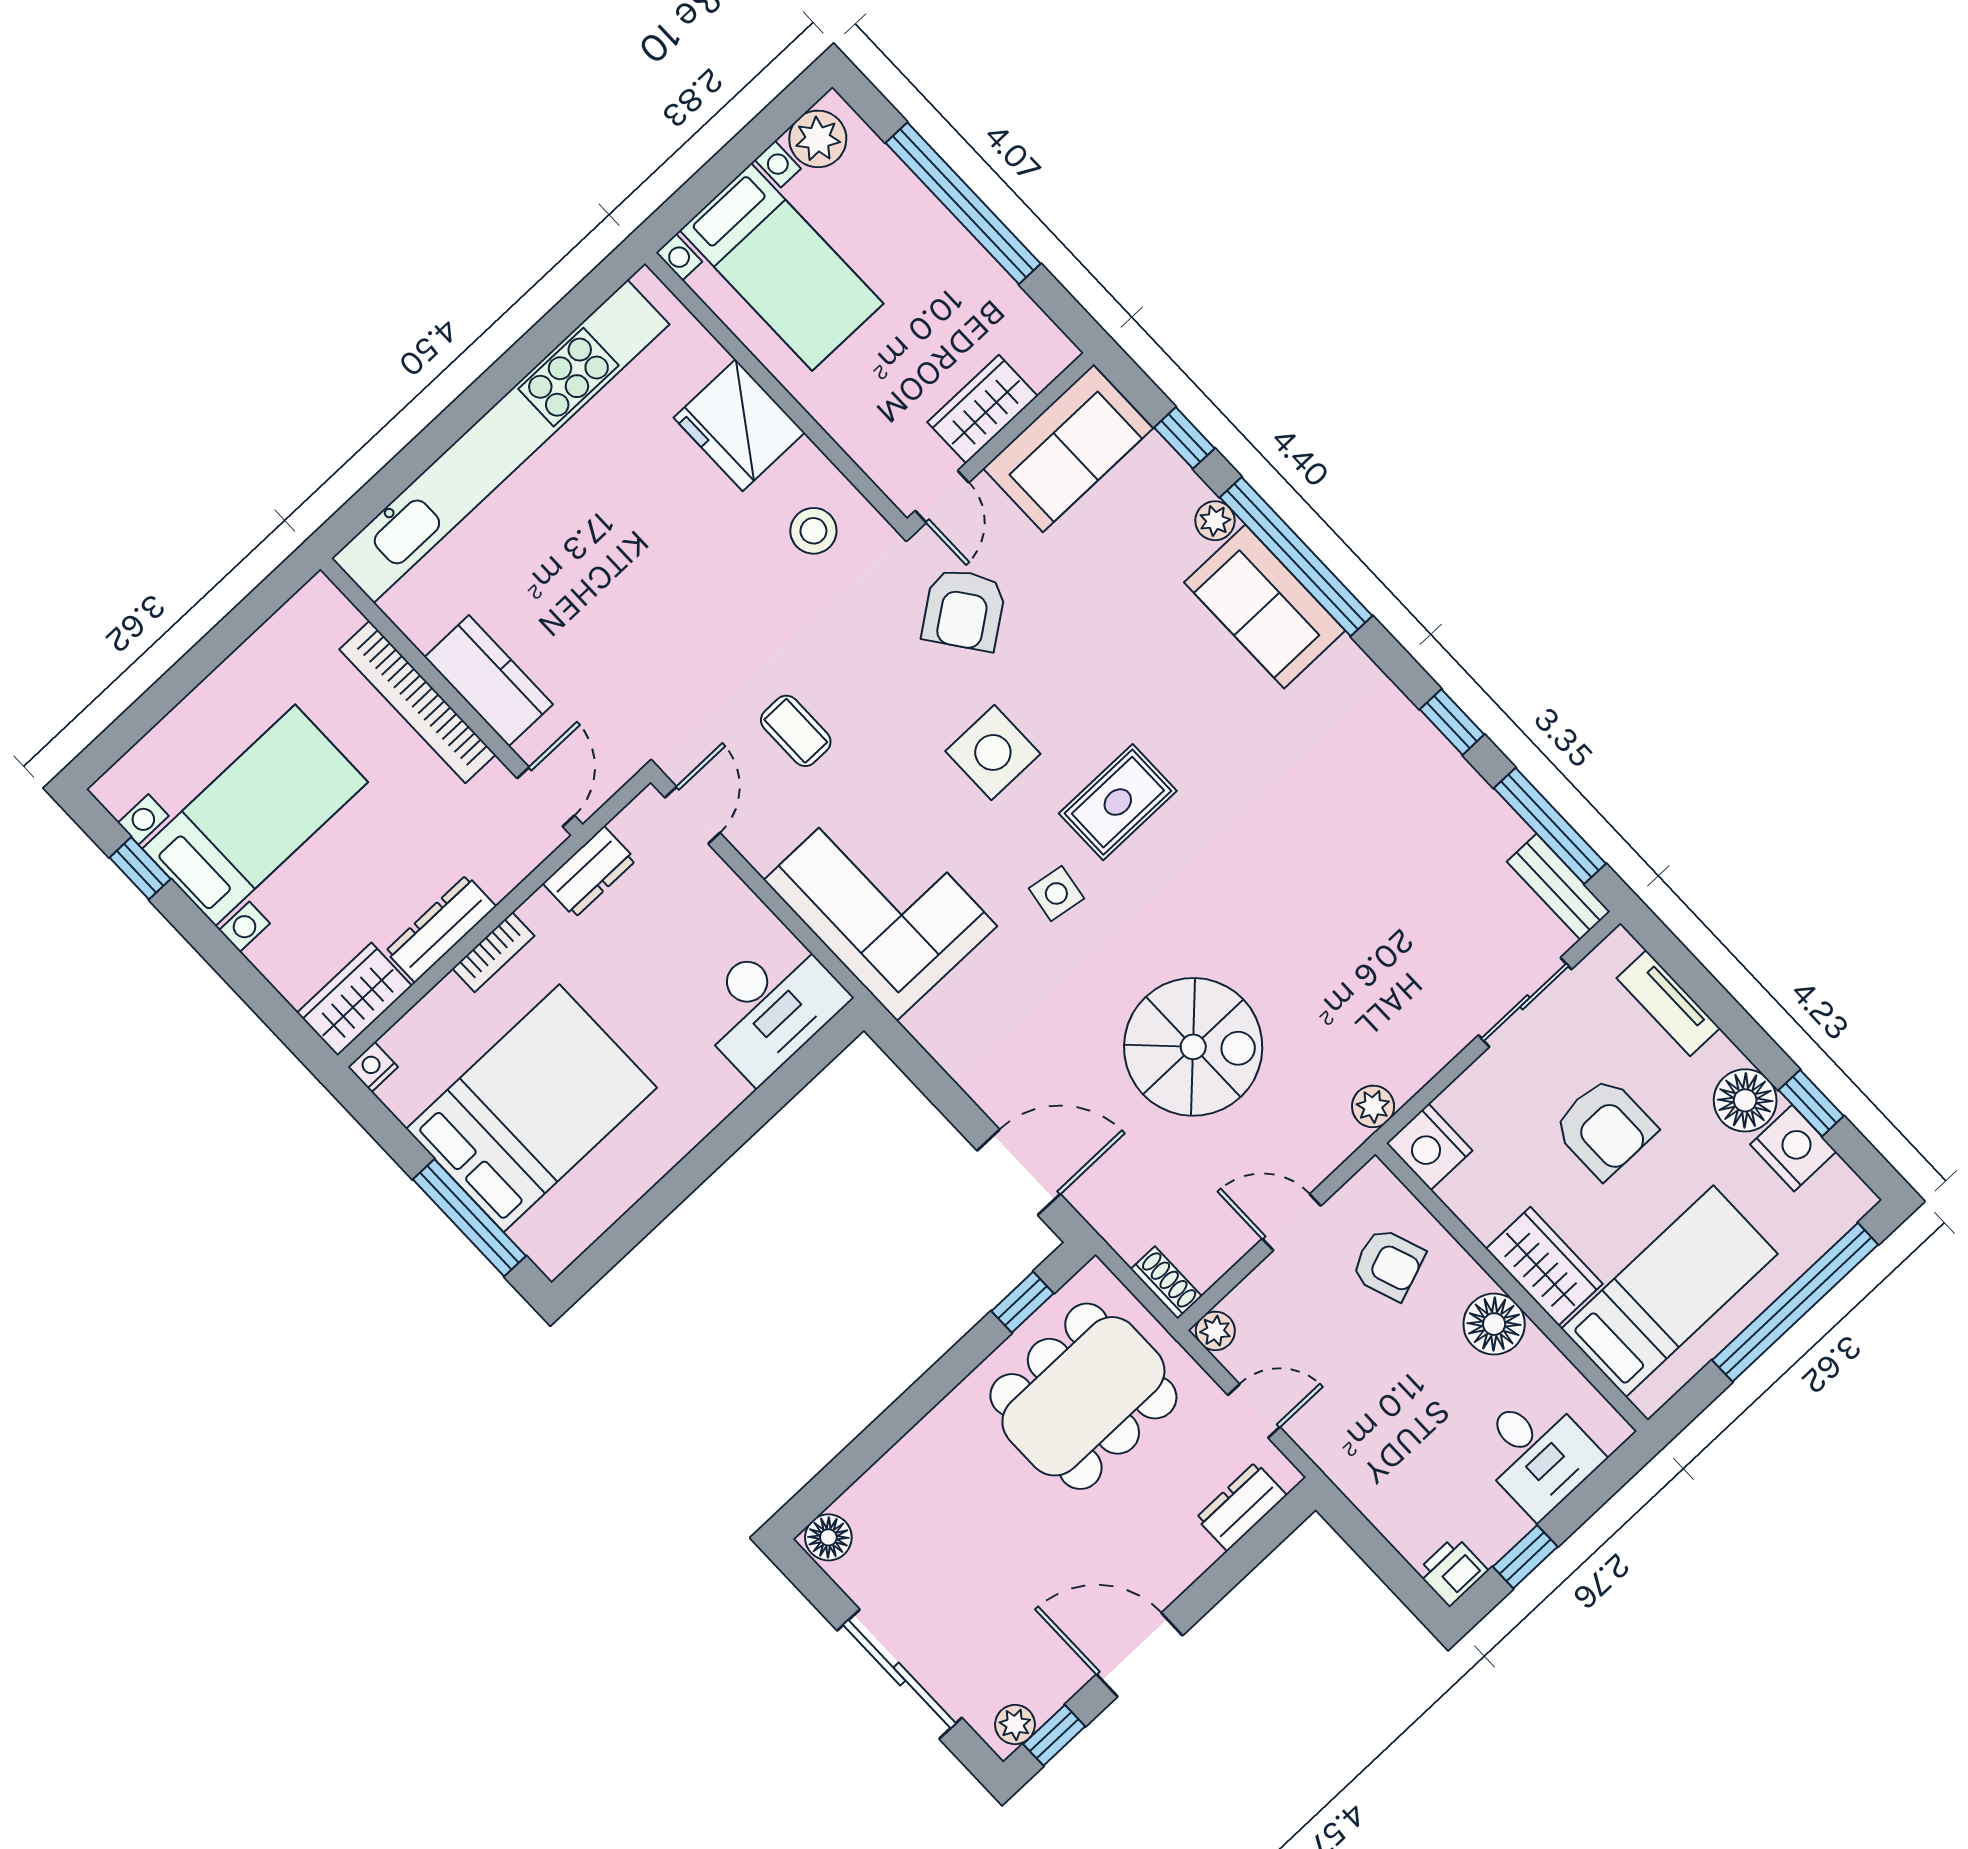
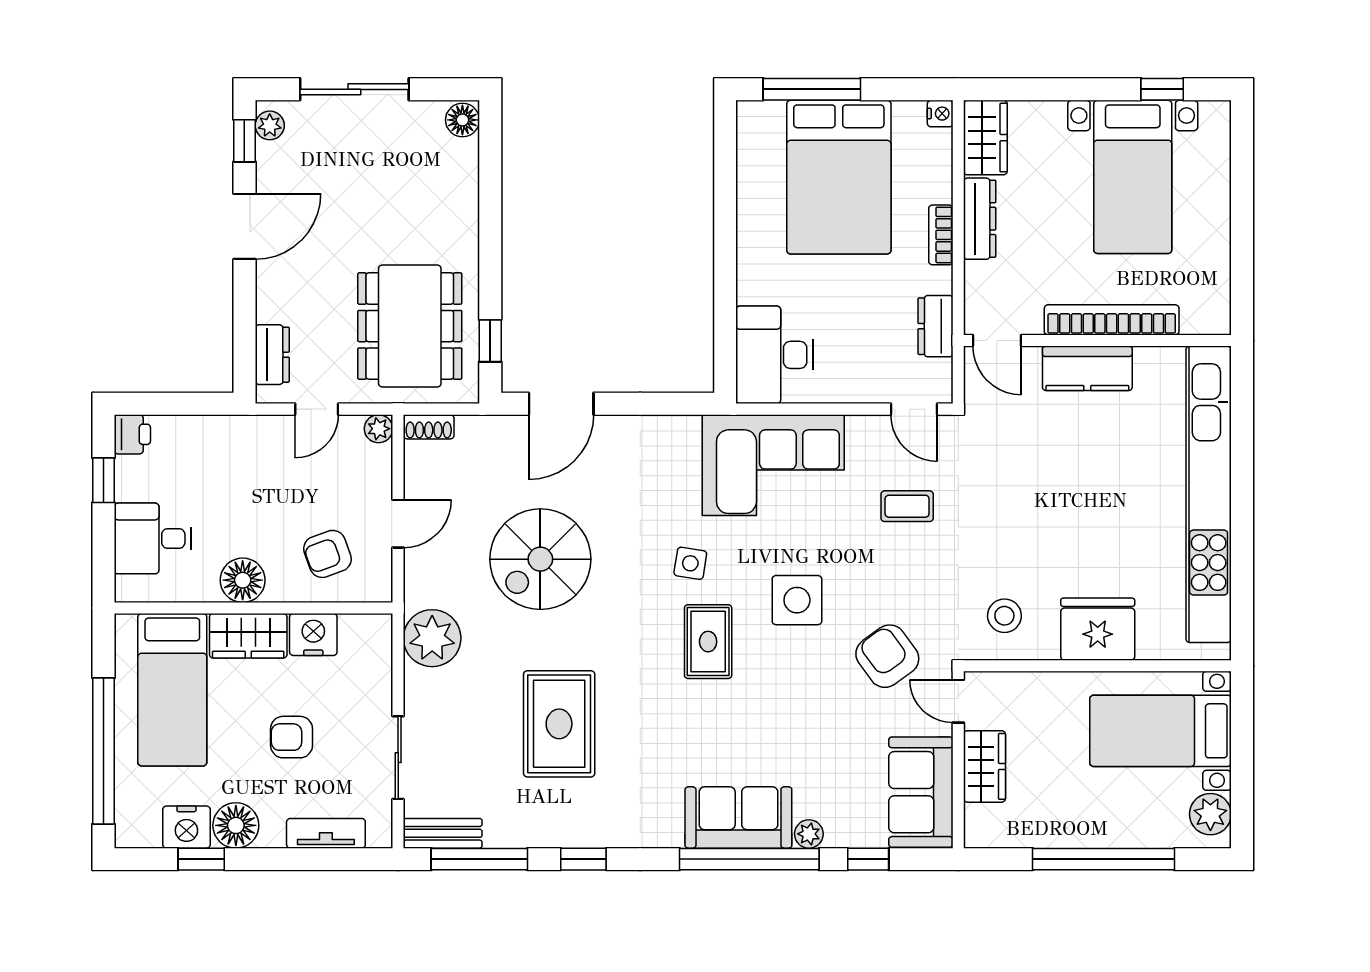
rug: (1340, 873) -> (559, 724), added
plant: (1373, 1106) -> (432, 638), width x1.87, depth x1.87
armchair: (1605, 1128) -> (292, 737), width x0.72, depth x0.72
nightstand: (1429, 1147) -> (313, 635), moved

